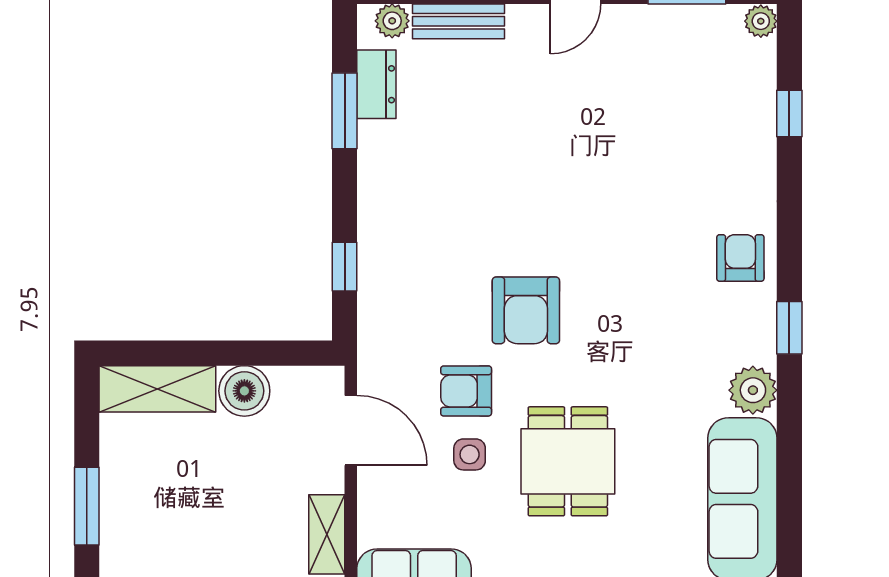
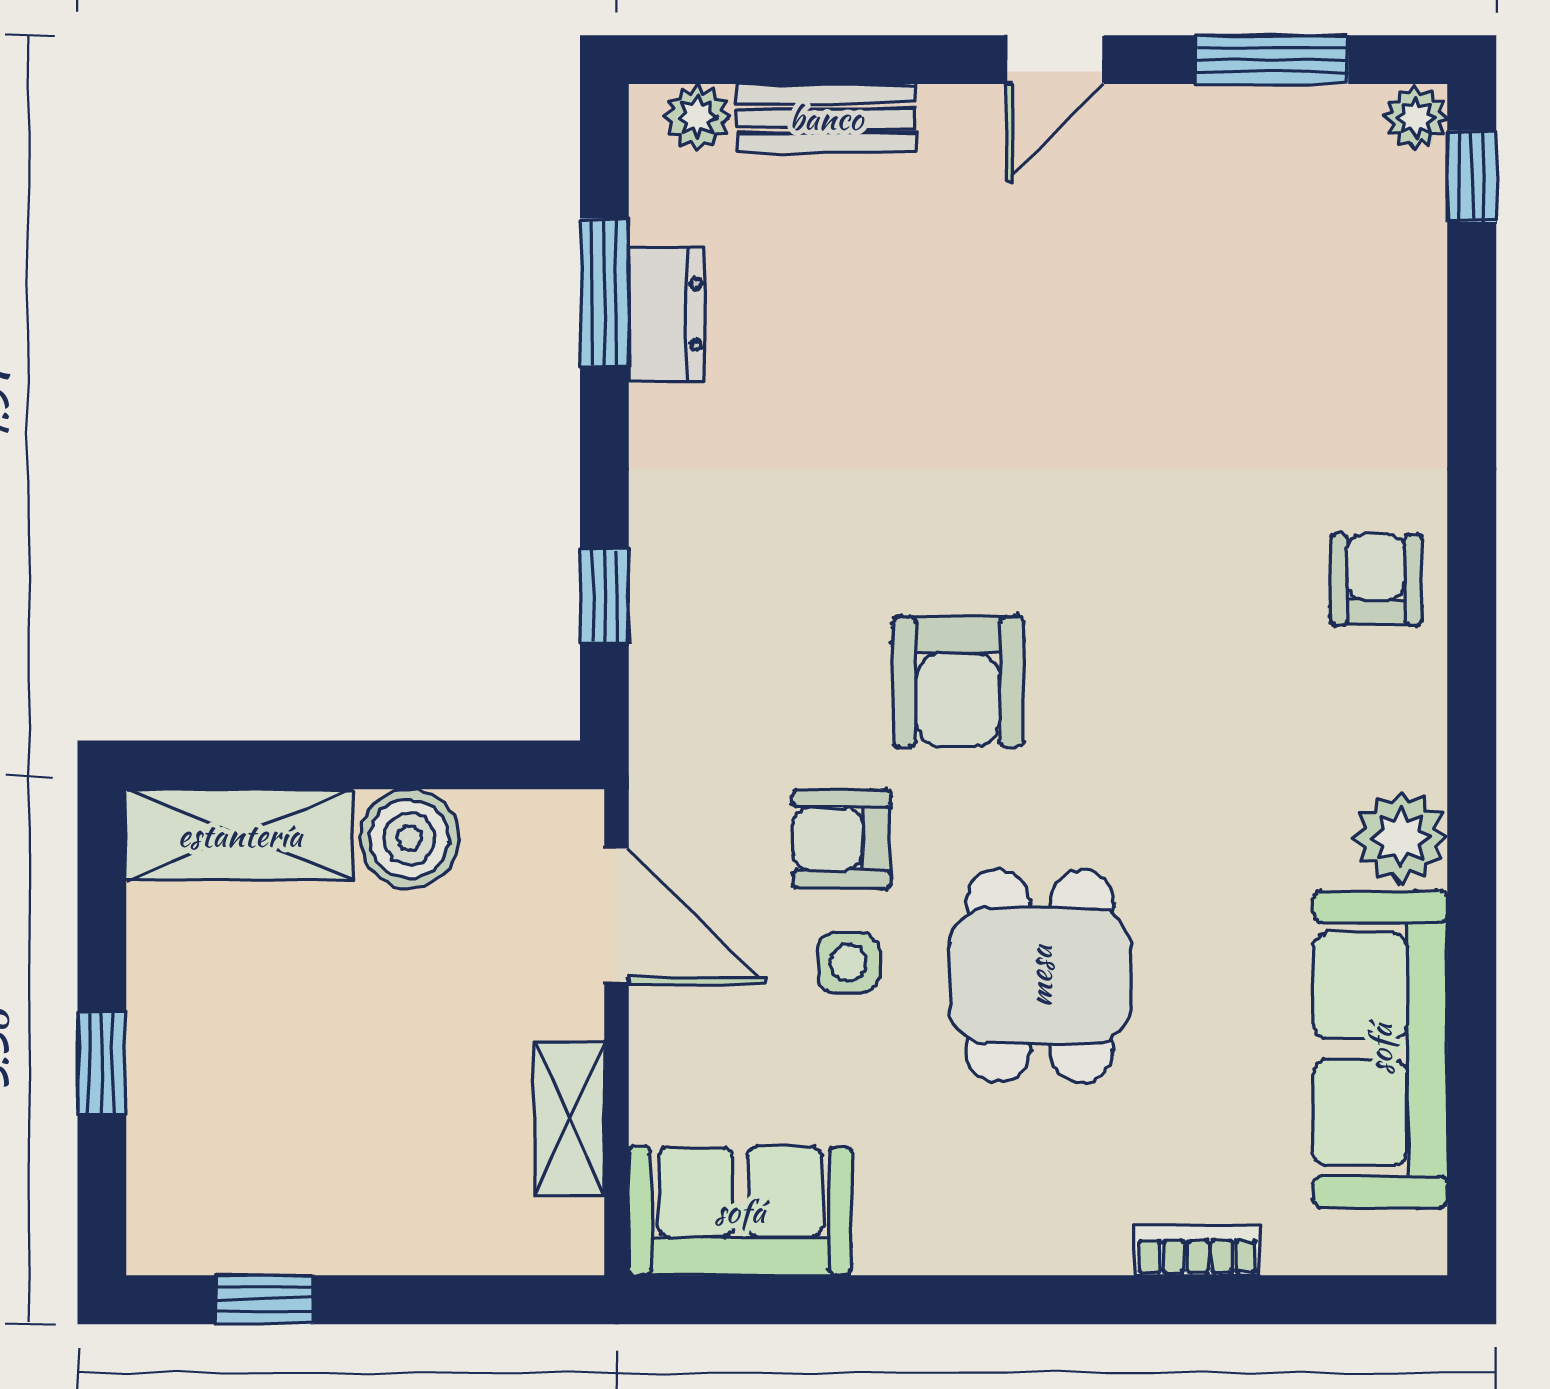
dresser: (376, 84) -> (667, 314), moved
window: (789, 113) -> (1472, 176), moved
window: (789, 328) -> (1472, 715), removed
window: (87, 506) -> (102, 1063), width x0.67

